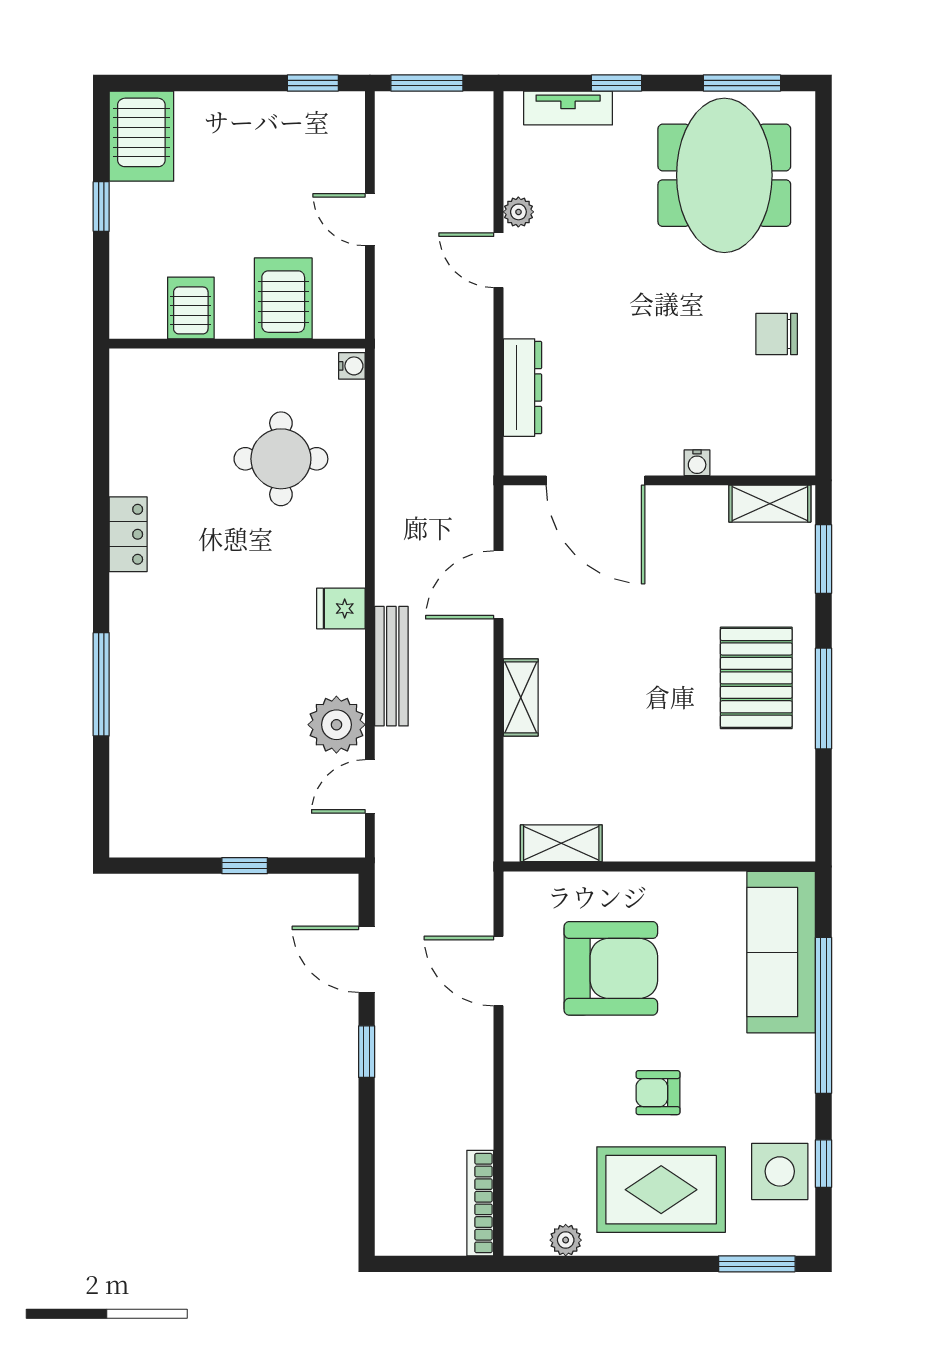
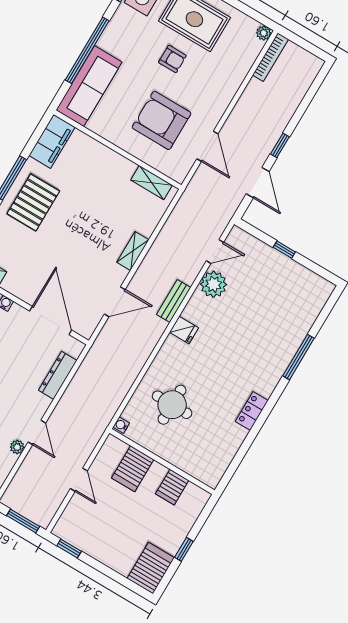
bench: (391, 666) -> (174, 301), width x0.73
filing cabinet: (789, 810) -> (52, 141), added
plant: (566, 1240) -> (264, 33), moved

